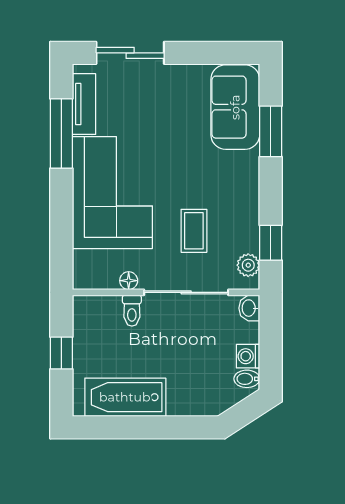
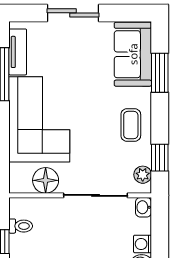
sliding door: (130, 53) -> (73, 13), moved
coffee table: (194, 231) -> (131, 125), moved
floor lamp: (129, 281) -> (46, 180), width x1.89, depth x1.89
toilet: (132, 311) -> (21, 226), moved, turned -90

